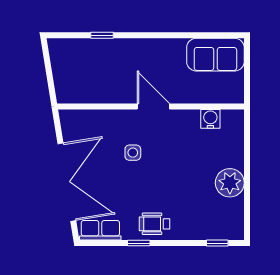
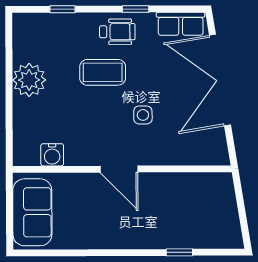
sofa: (215, 55) -> (32, 212), moved, turned 90
coffee table: (167, 189) -> (103, 72), added
window: (217, 243) -> (63, 9), moved

